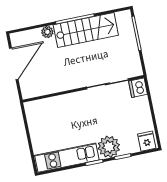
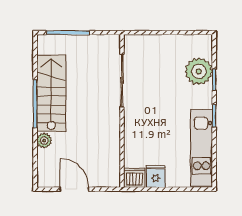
door: (14, 64) -> (74, 189), width x0.73
dishwasher: (138, 88) -> (134, 178), moved, turned 180
fridge: (147, 141) -> (156, 176), moved, turned 90
plant: (109, 147) -> (199, 71), moved

